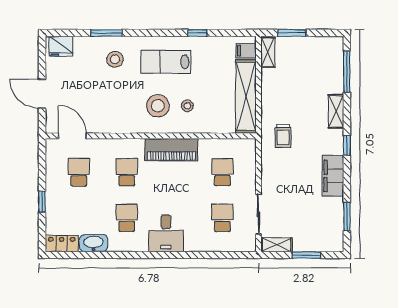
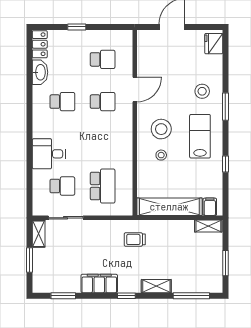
window: (106, 33) -> (225, 107), moved
window: (292, 33) -> (225, 263), moved
door: (72, 136) -> (135, 89), moved
piano: (171, 150) -> (122, 141), removed
school desk: (222, 172) -> (103, 186), width x1.85
desk: (166, 233) -> (49, 154), moved

